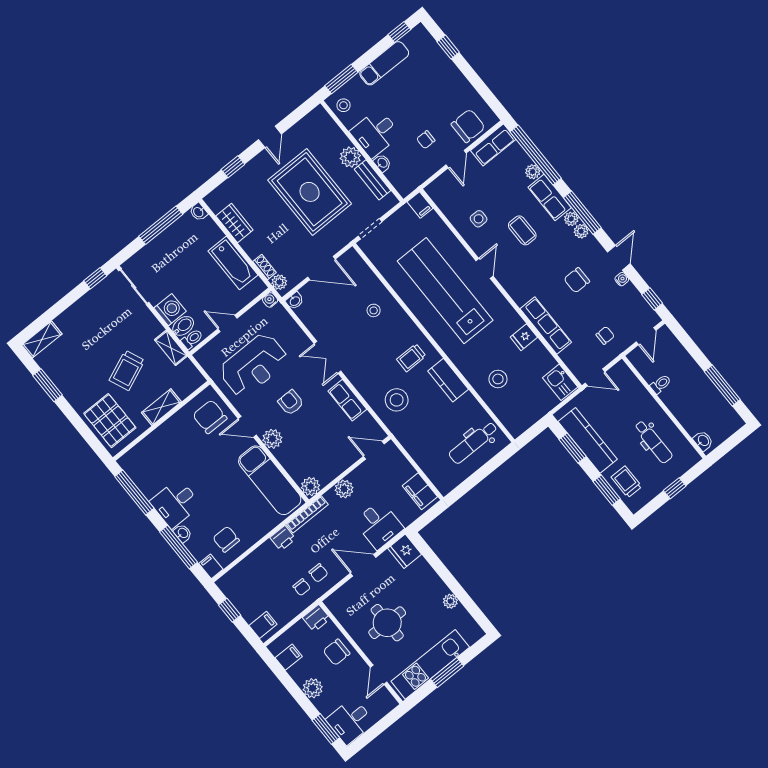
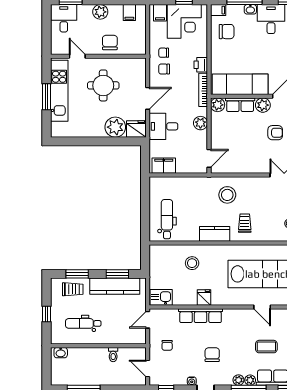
row of seats: (347, 400) -> (240, 105), moved, turned 180
corner desk: (251, 592) -> (184, 21), added
plant: (450, 601) -> (115, 127), moved, width x1.88, depth x1.88
printer: (316, 618) -> (139, 47), removed

